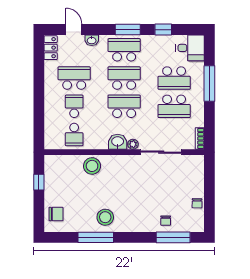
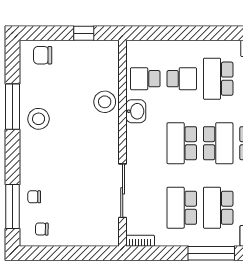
school desk: (74, 78) -> (218, 79), turned 180
school desk: (124, 106) -> (182, 143), turned 180
washbasin: (118, 142) -> (136, 111), moved
plant: (133, 144) -> (133, 155), removed
chair: (197, 203) -> (42, 229), moved
chair: (56, 214) -> (43, 55), turned 90

